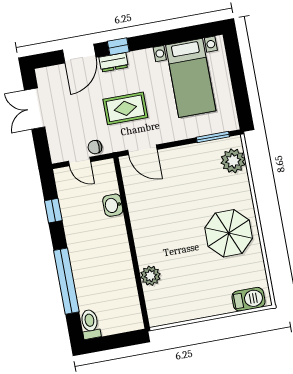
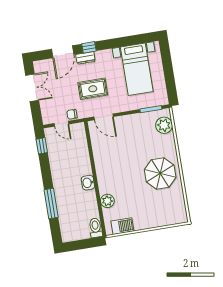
double door: (35, 109) -> (32, 88), swing flipped
washbasin: (113, 205) -> (88, 183), moved
window: (53, 211) -> (42, 146), moved
window: (66, 281) -> (51, 203), width x0.68
barbecue: (248, 299) -> (122, 226), moved
toilet: (90, 324) -> (95, 228), moved

